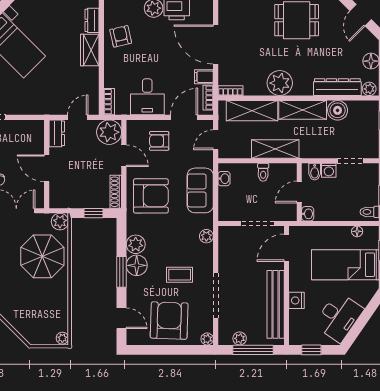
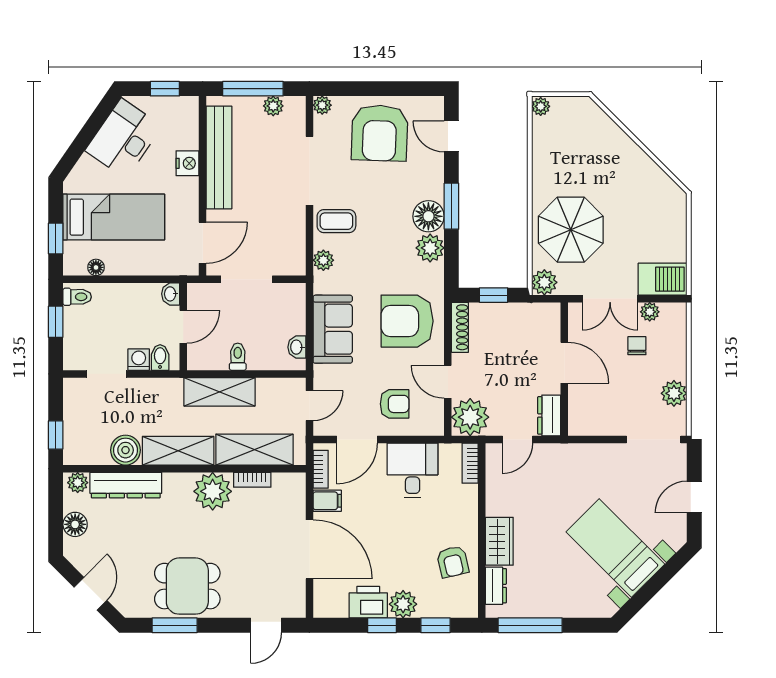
bookcase: (230, 91) -> (252, 480), moved
coffee table: (180, 275) -> (336, 221), moved

